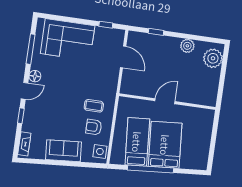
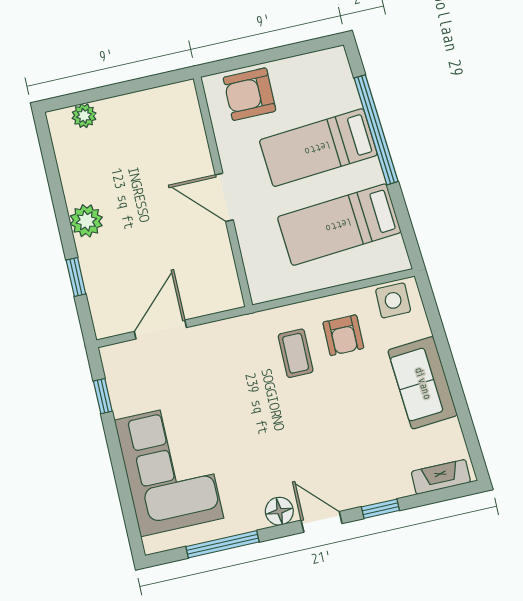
plant: (187, 46) -> (86, 221), moved
plant: (213, 58) -> (84, 116), width x0.53, depth x0.53
armchair: (201, 126) -> (249, 94), added
bed: (165, 145) -> (318, 148), width x0.67
window: (150, 169) -> (376, 130), moved

